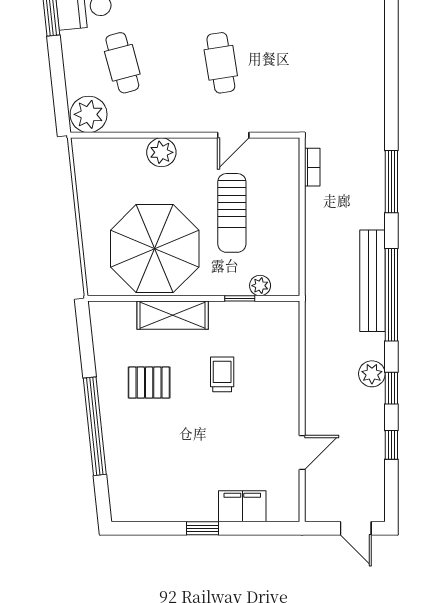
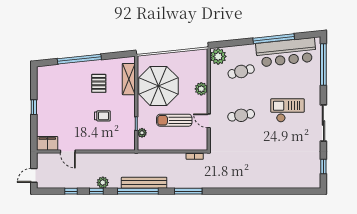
shelving: (173, 315) -> (129, 79), moved
filing cabinet: (242, 506) -> (47, 143), moved, turned -90

